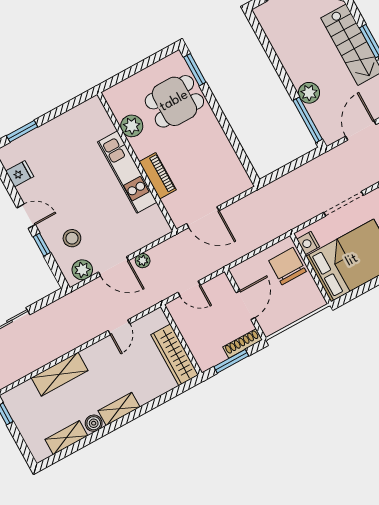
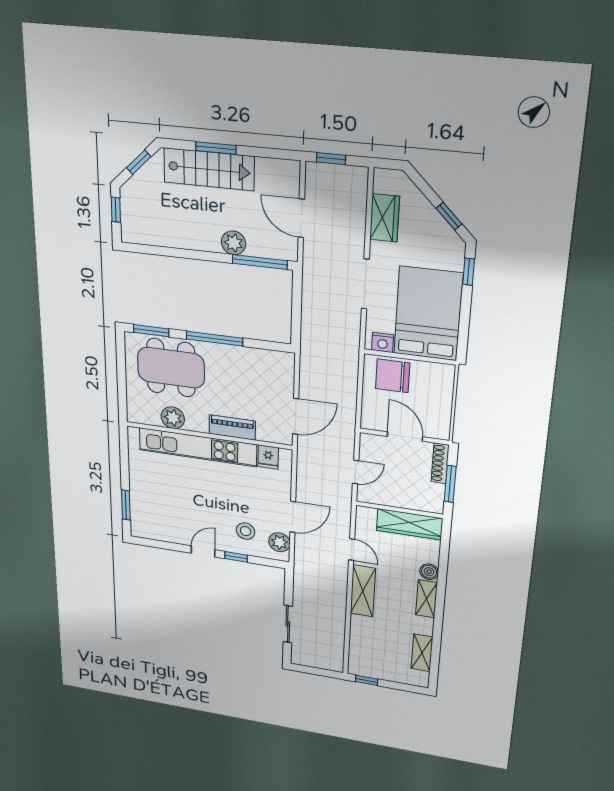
dining table: (174, 101) -> (171, 368), width x1.38
window: (223, 121) -> (215, 339), added
kitchen unit: (127, 172) -> (198, 447), width x1.36
fridge: (20, 174) -> (268, 457), moved, turned 180
plant: (143, 261) -> (303, 491), removed
shelving: (60, 374) -> (363, 591), moved
boiler: (94, 423) -> (429, 572), moved

